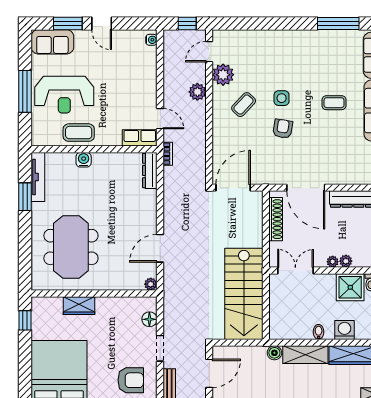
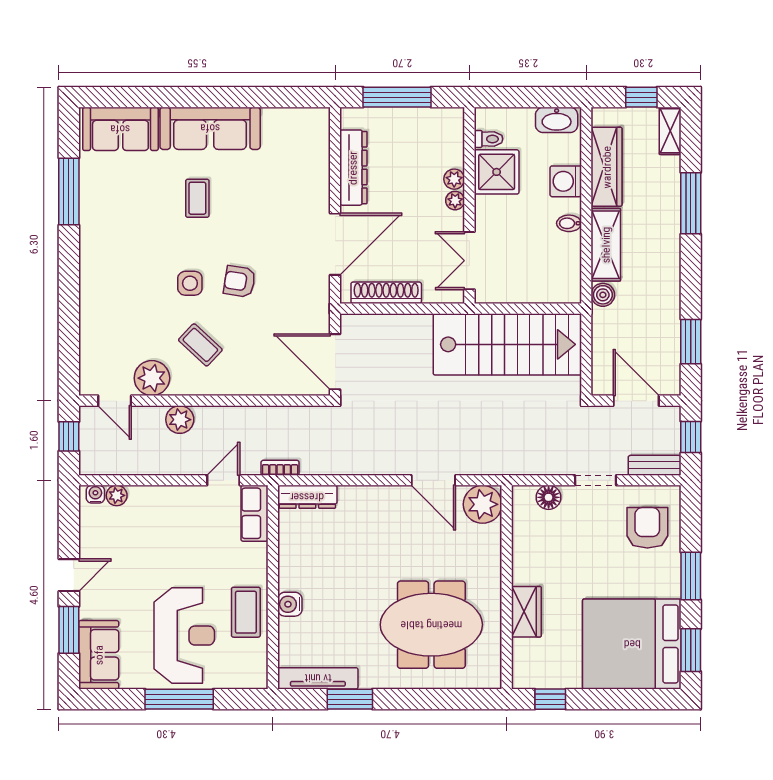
plant: (151, 53) -> (117, 495), added
plant: (151, 284) -> (483, 504), width x1.87, depth x1.87

